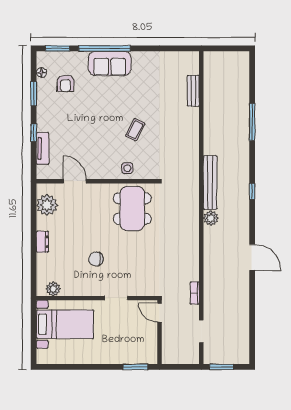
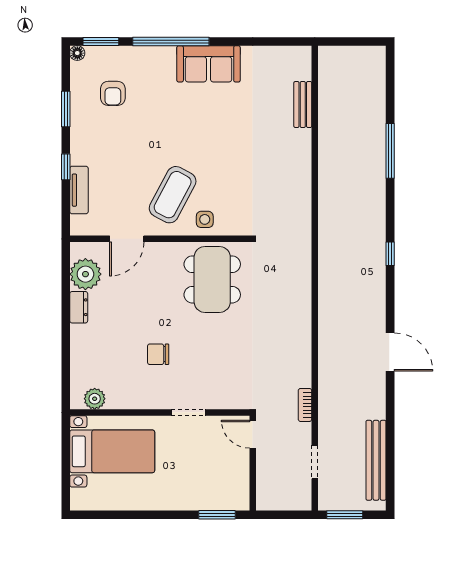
sofa: (110, 63) -> (209, 64), moved
floor lamp: (41, 73) -> (77, 53), moved
coffee table: (135, 130) -> (173, 195), moved, width x1.86, depth x1.72
door: (75, 181) -> (127, 239), swing flipped
bench: (210, 183) -> (376, 460), moved
plant: (211, 218) -> (329, 294), removed
dresser: (42, 242) -> (79, 307), moved

